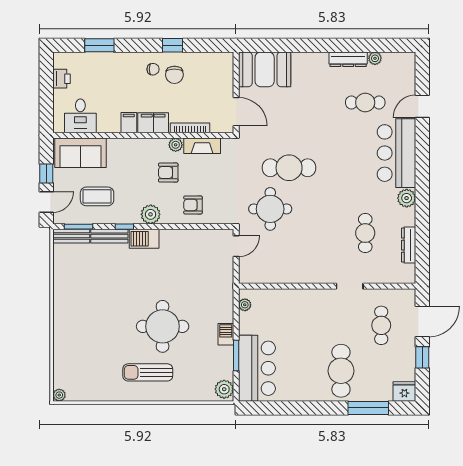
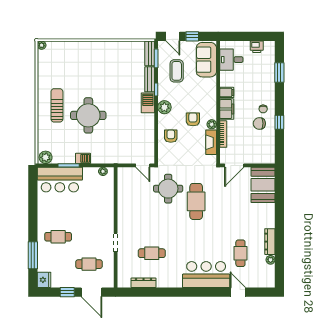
plant: (407, 198) -> (175, 281), removed
cafe table: (341, 371) -> (58, 237), width x0.73, depth x0.74

